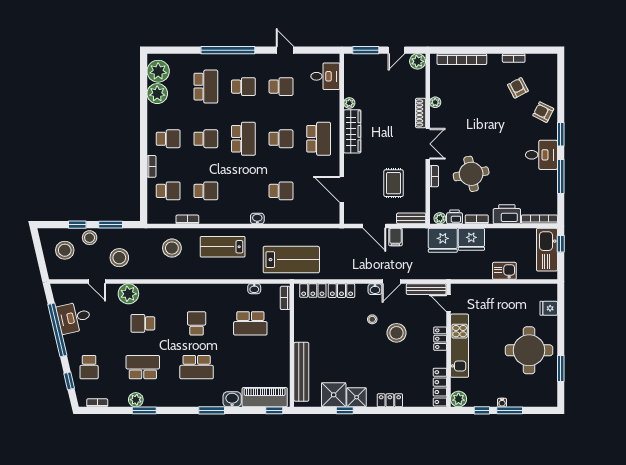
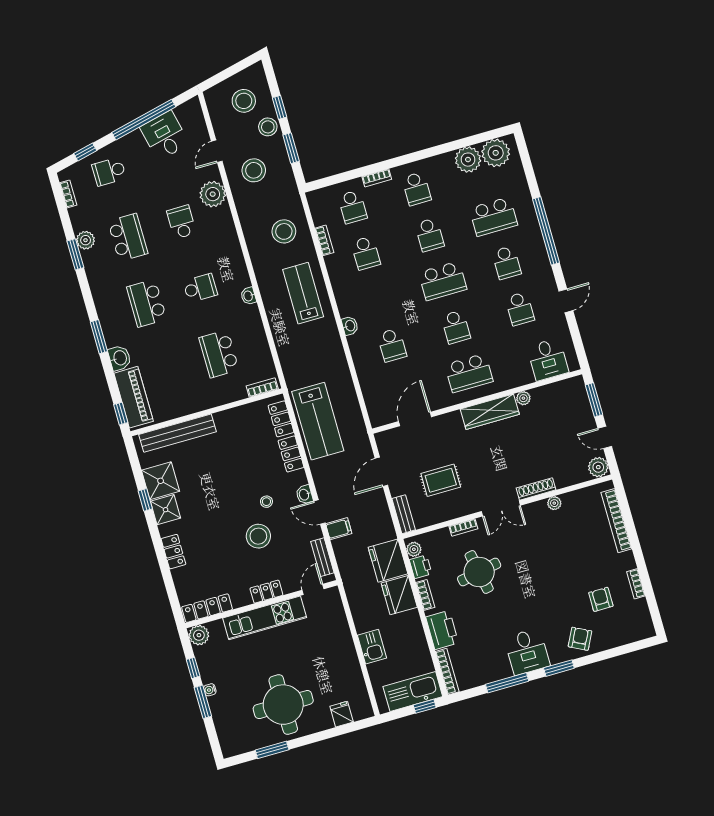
armchair: (518, 88) -> (601, 599), turned -62
filing cabinet: (395, 237) -> (339, 529), moved, turned 180
lab bench: (291, 260) -> (318, 421), moved
washbasin: (254, 289) -> (248, 296), moved
bench: (426, 289) -> (322, 557), width x0.73

